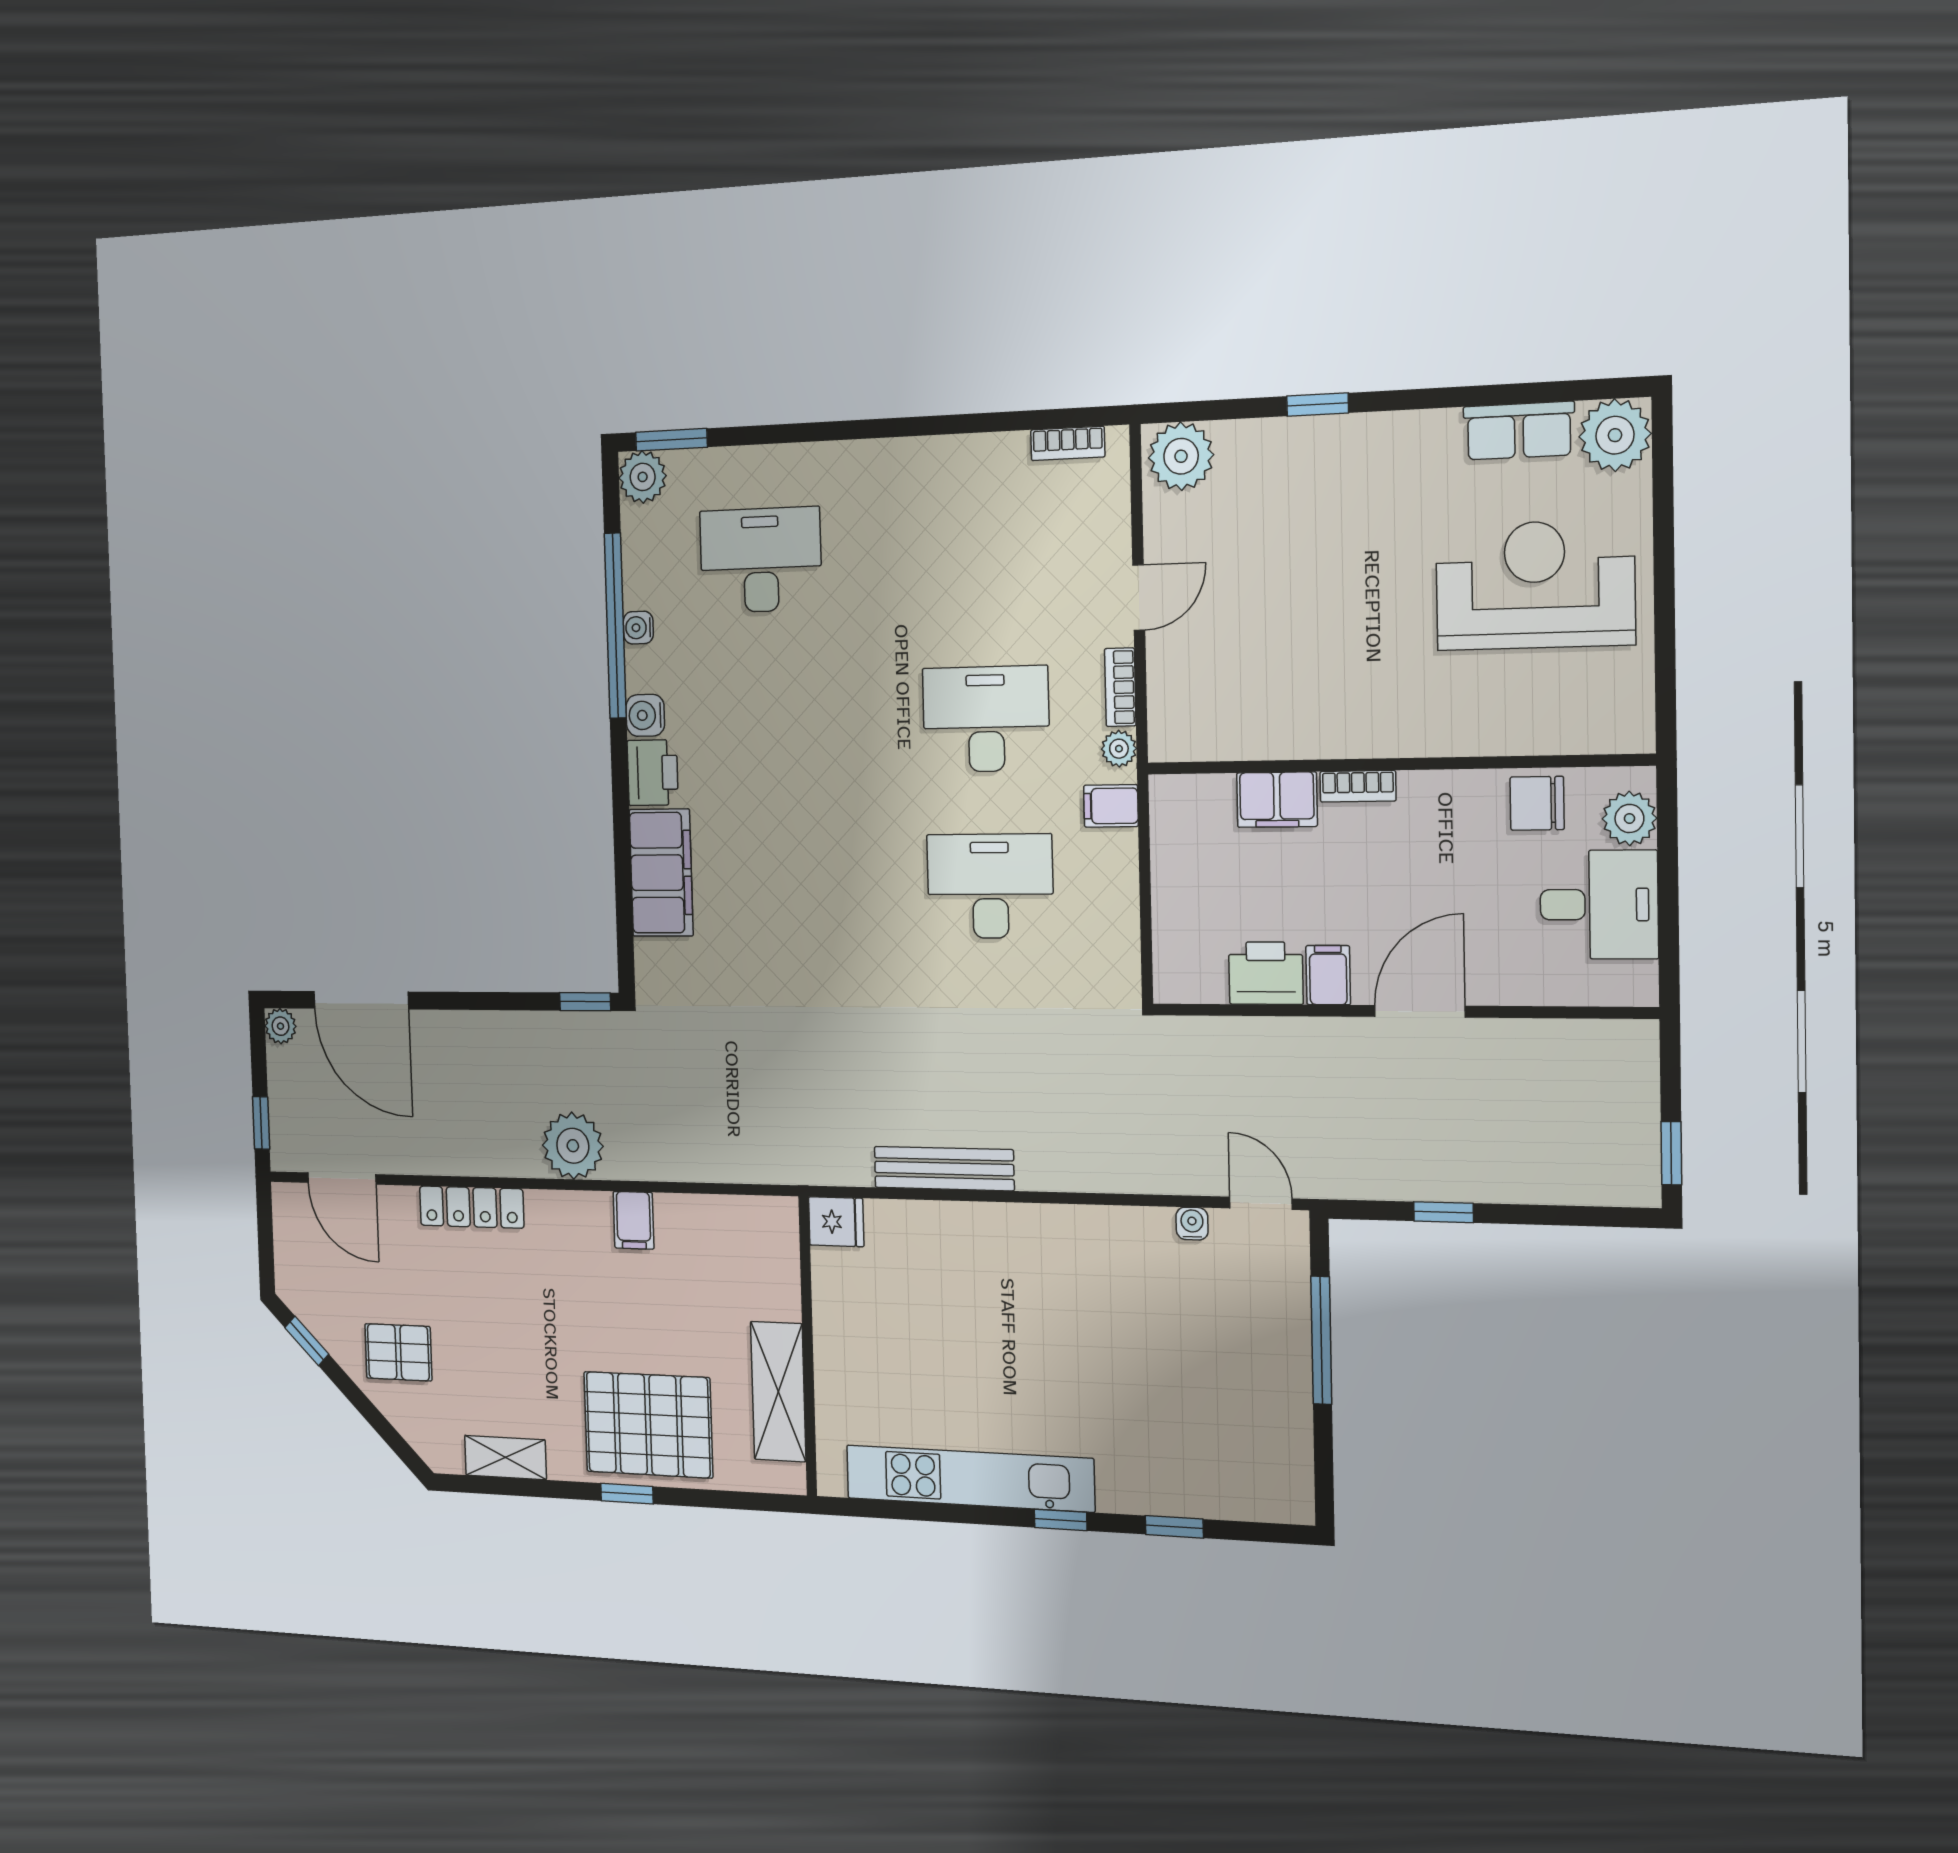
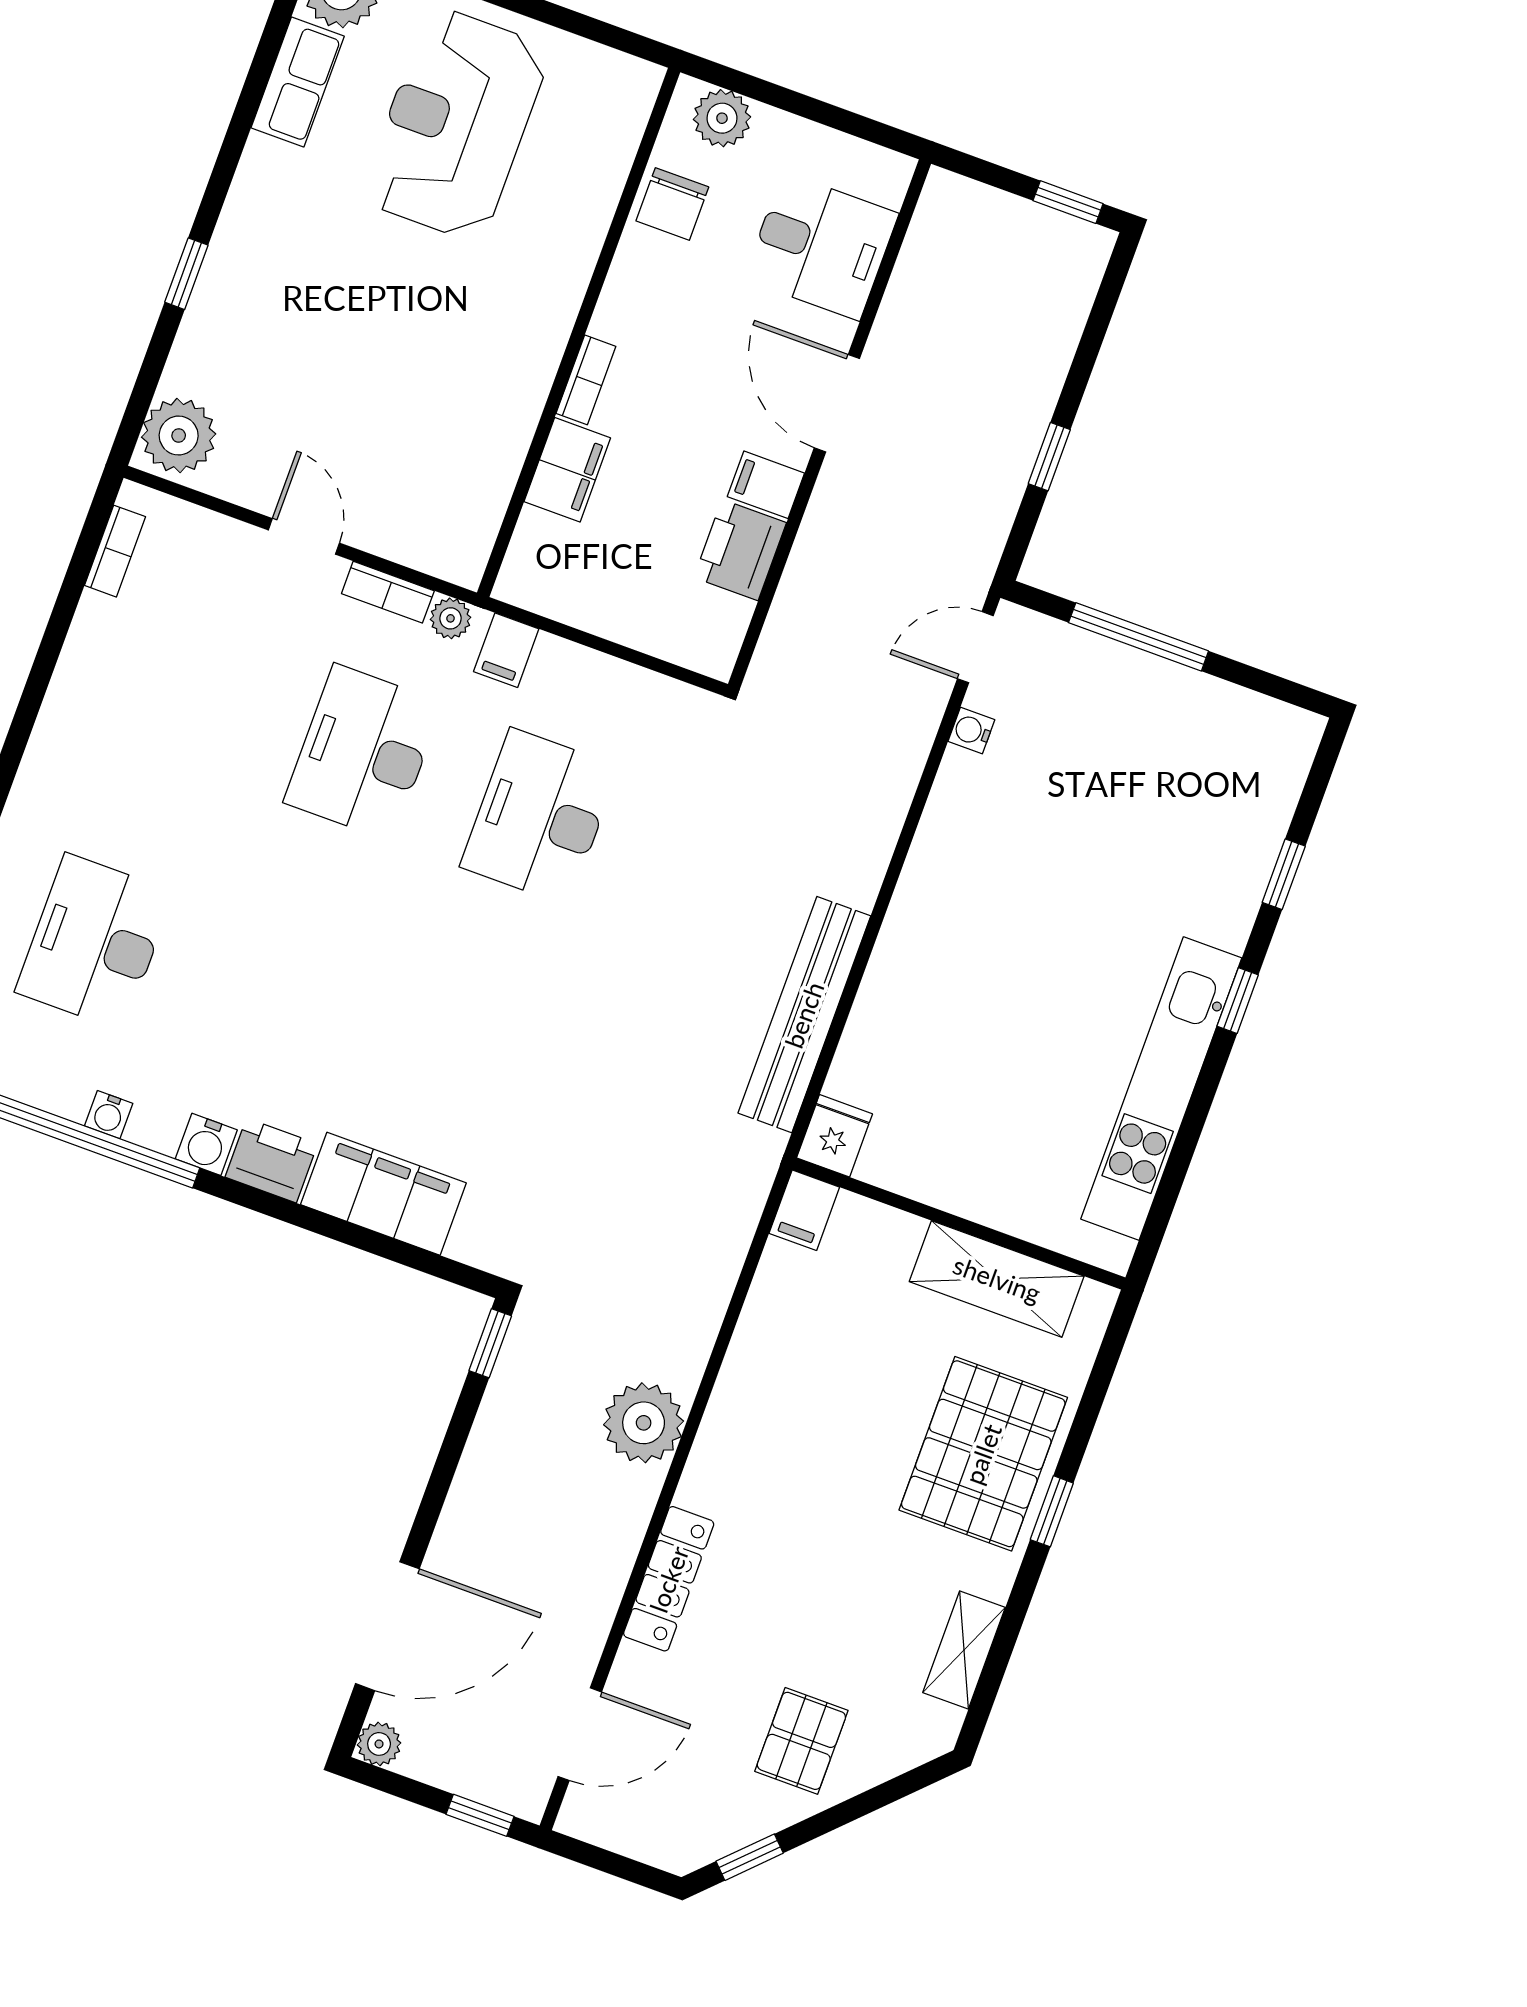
desk: (1599, 905) -> (821, 246), moved, turned 90
bench: (944, 1169) -> (804, 1015), width x1.37, depth x1.21
filing cabinet: (634, 1220) -> (804, 1210), moved, turned 90

